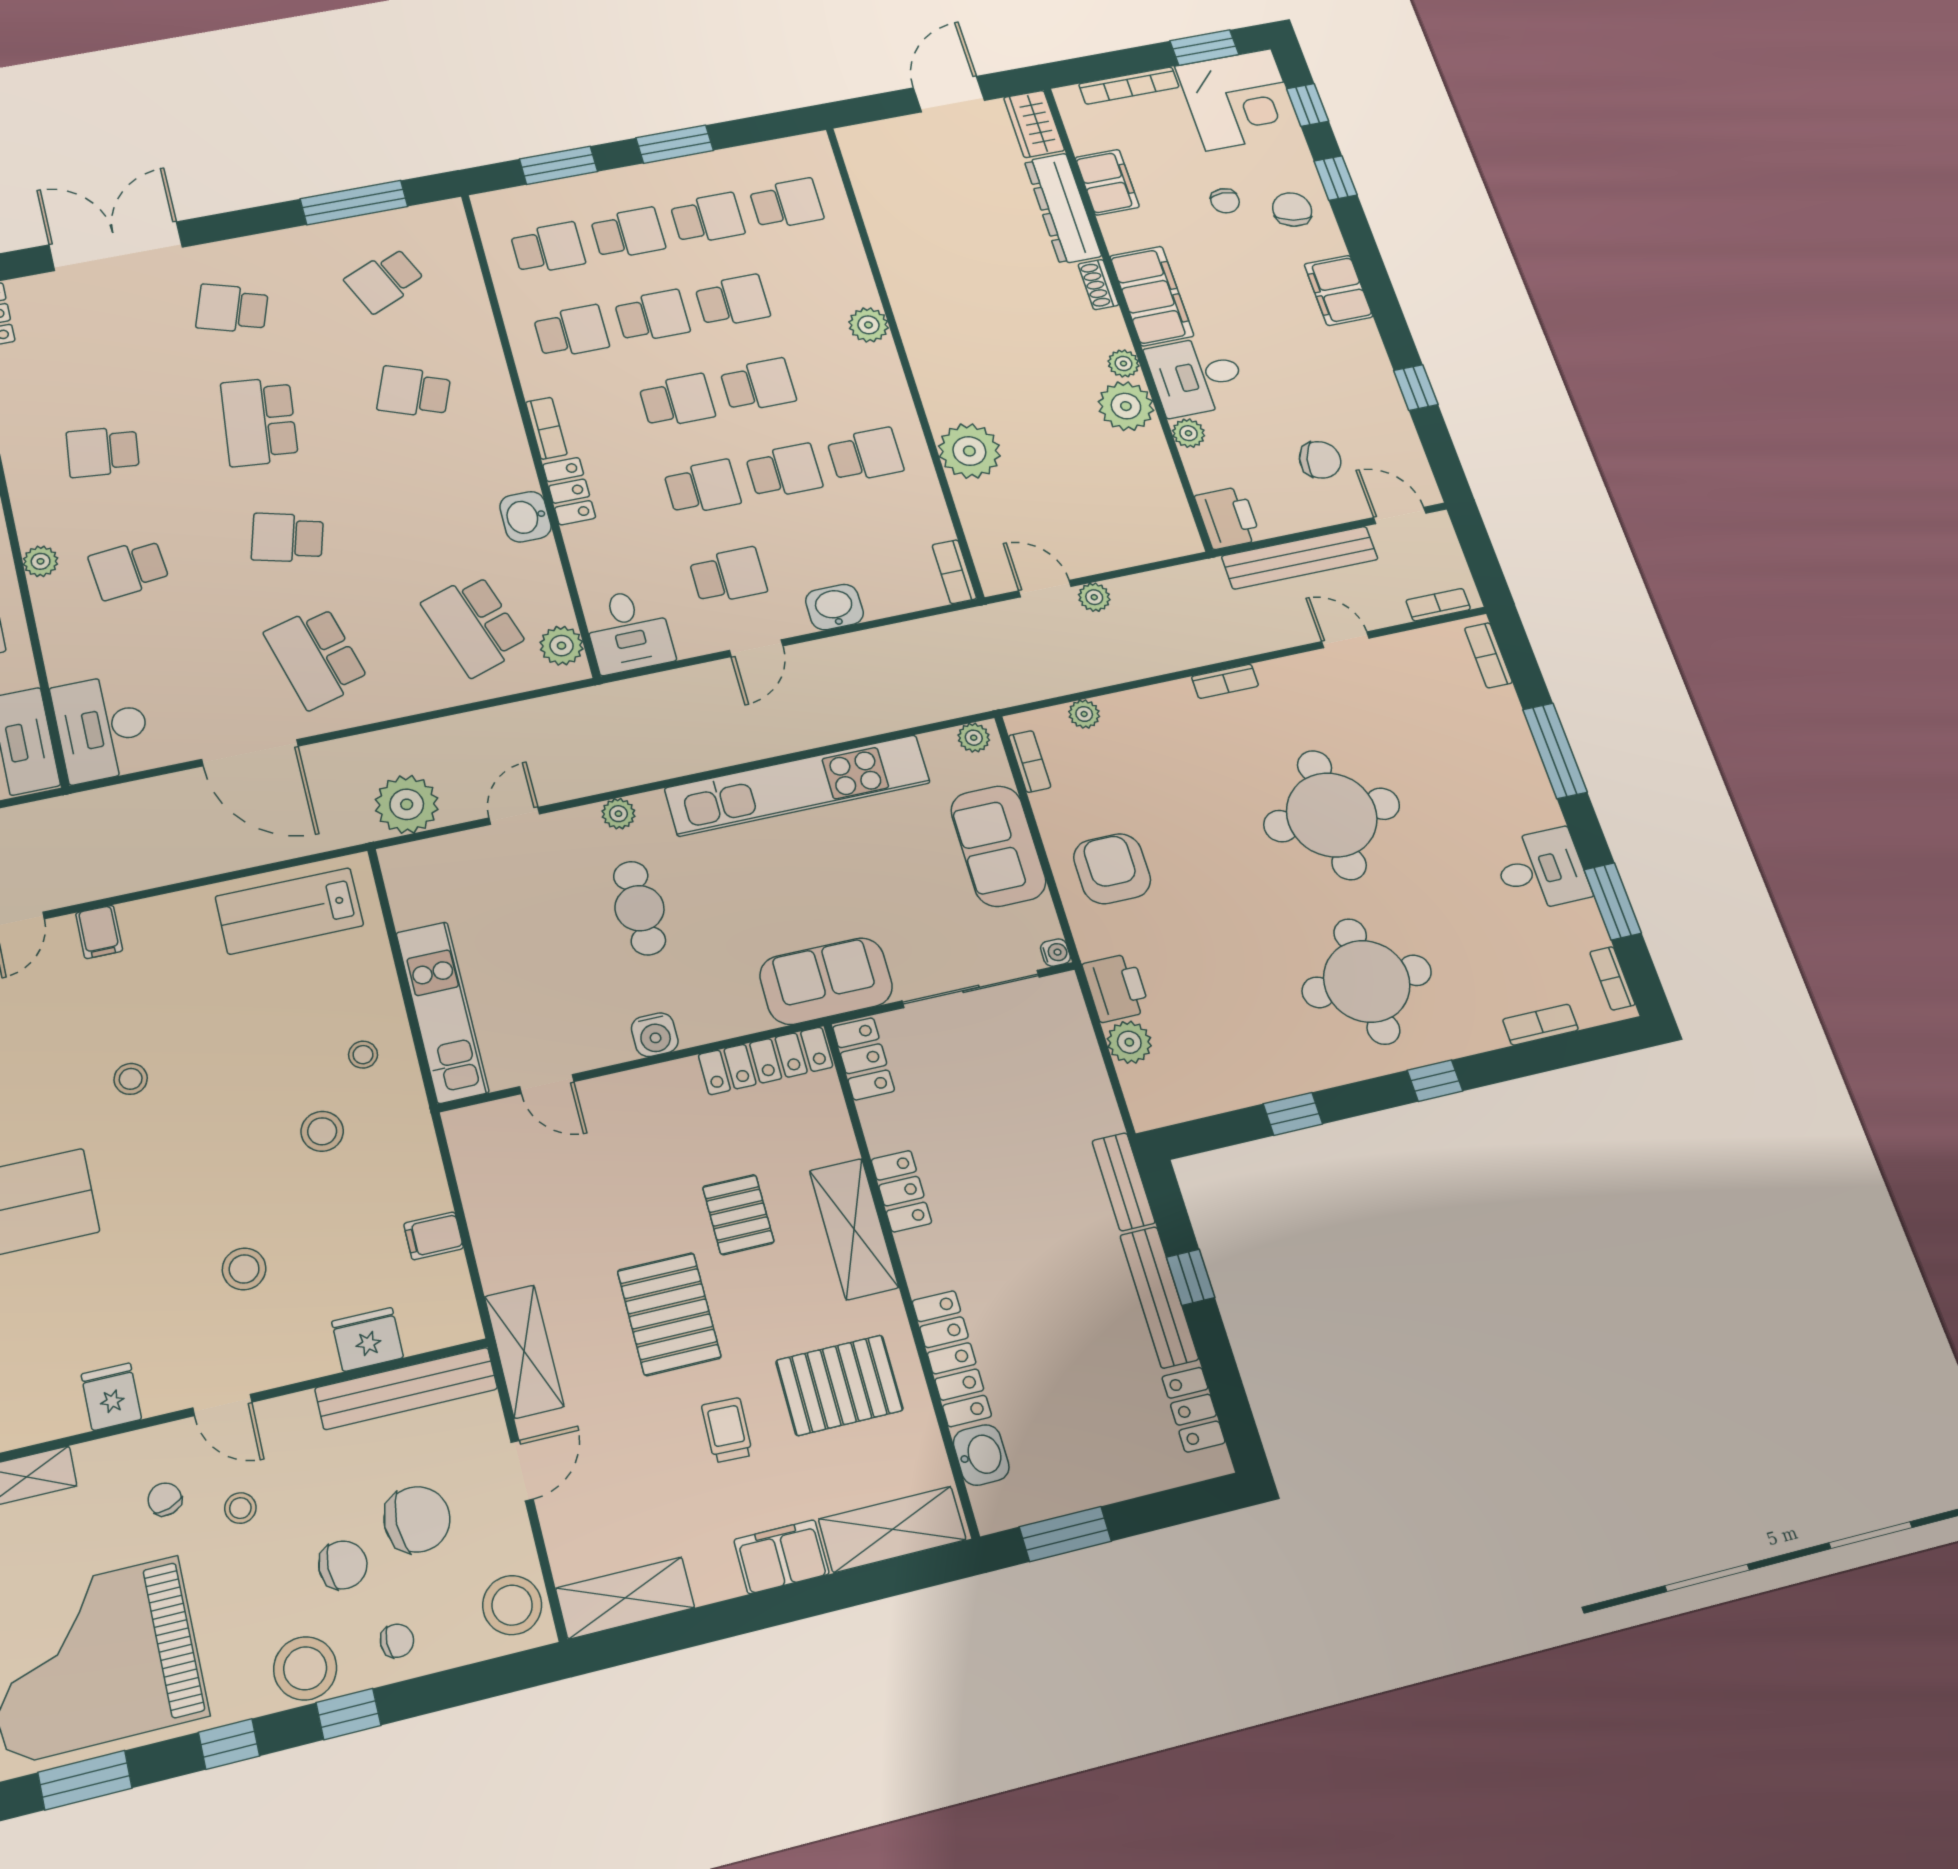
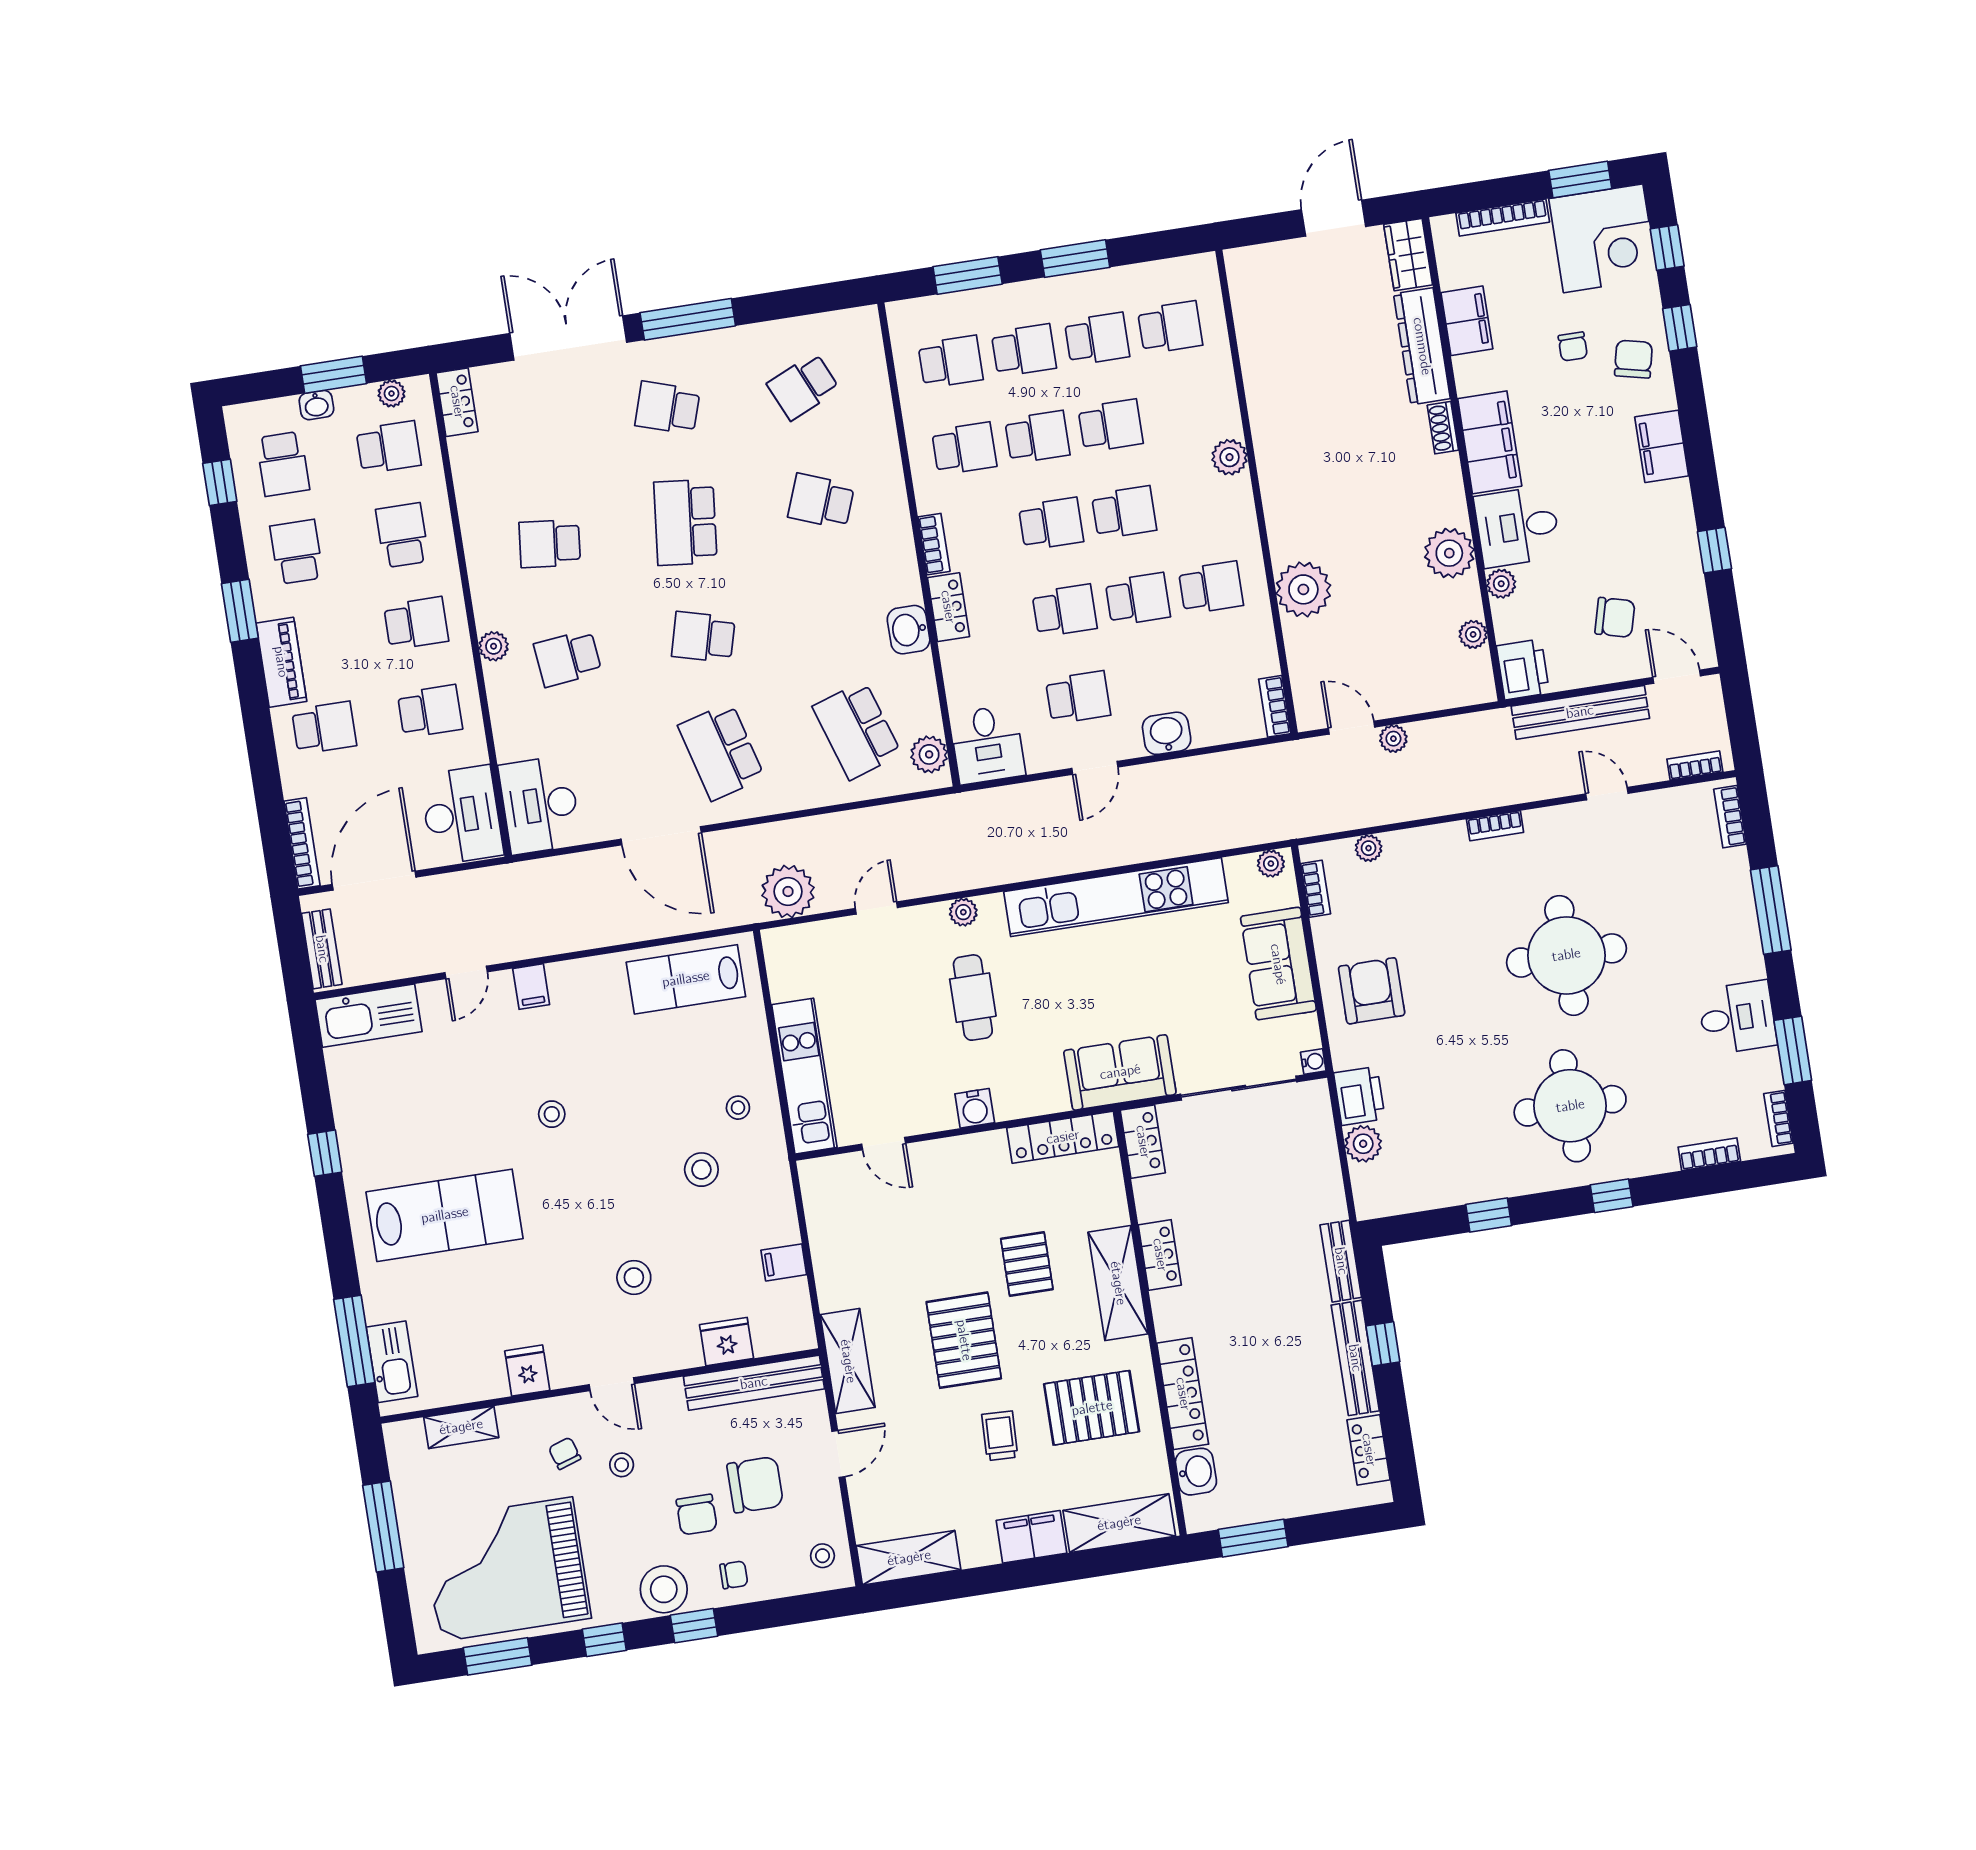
window: (354, 203) -> (688, 319), moved
plant: (1123, 363) -> (1473, 634), moved
chair: (343, 1565) -> (697, 1515), turned 90
stool: (512, 1605) -> (822, 1556), width x0.53, depth x0.53

